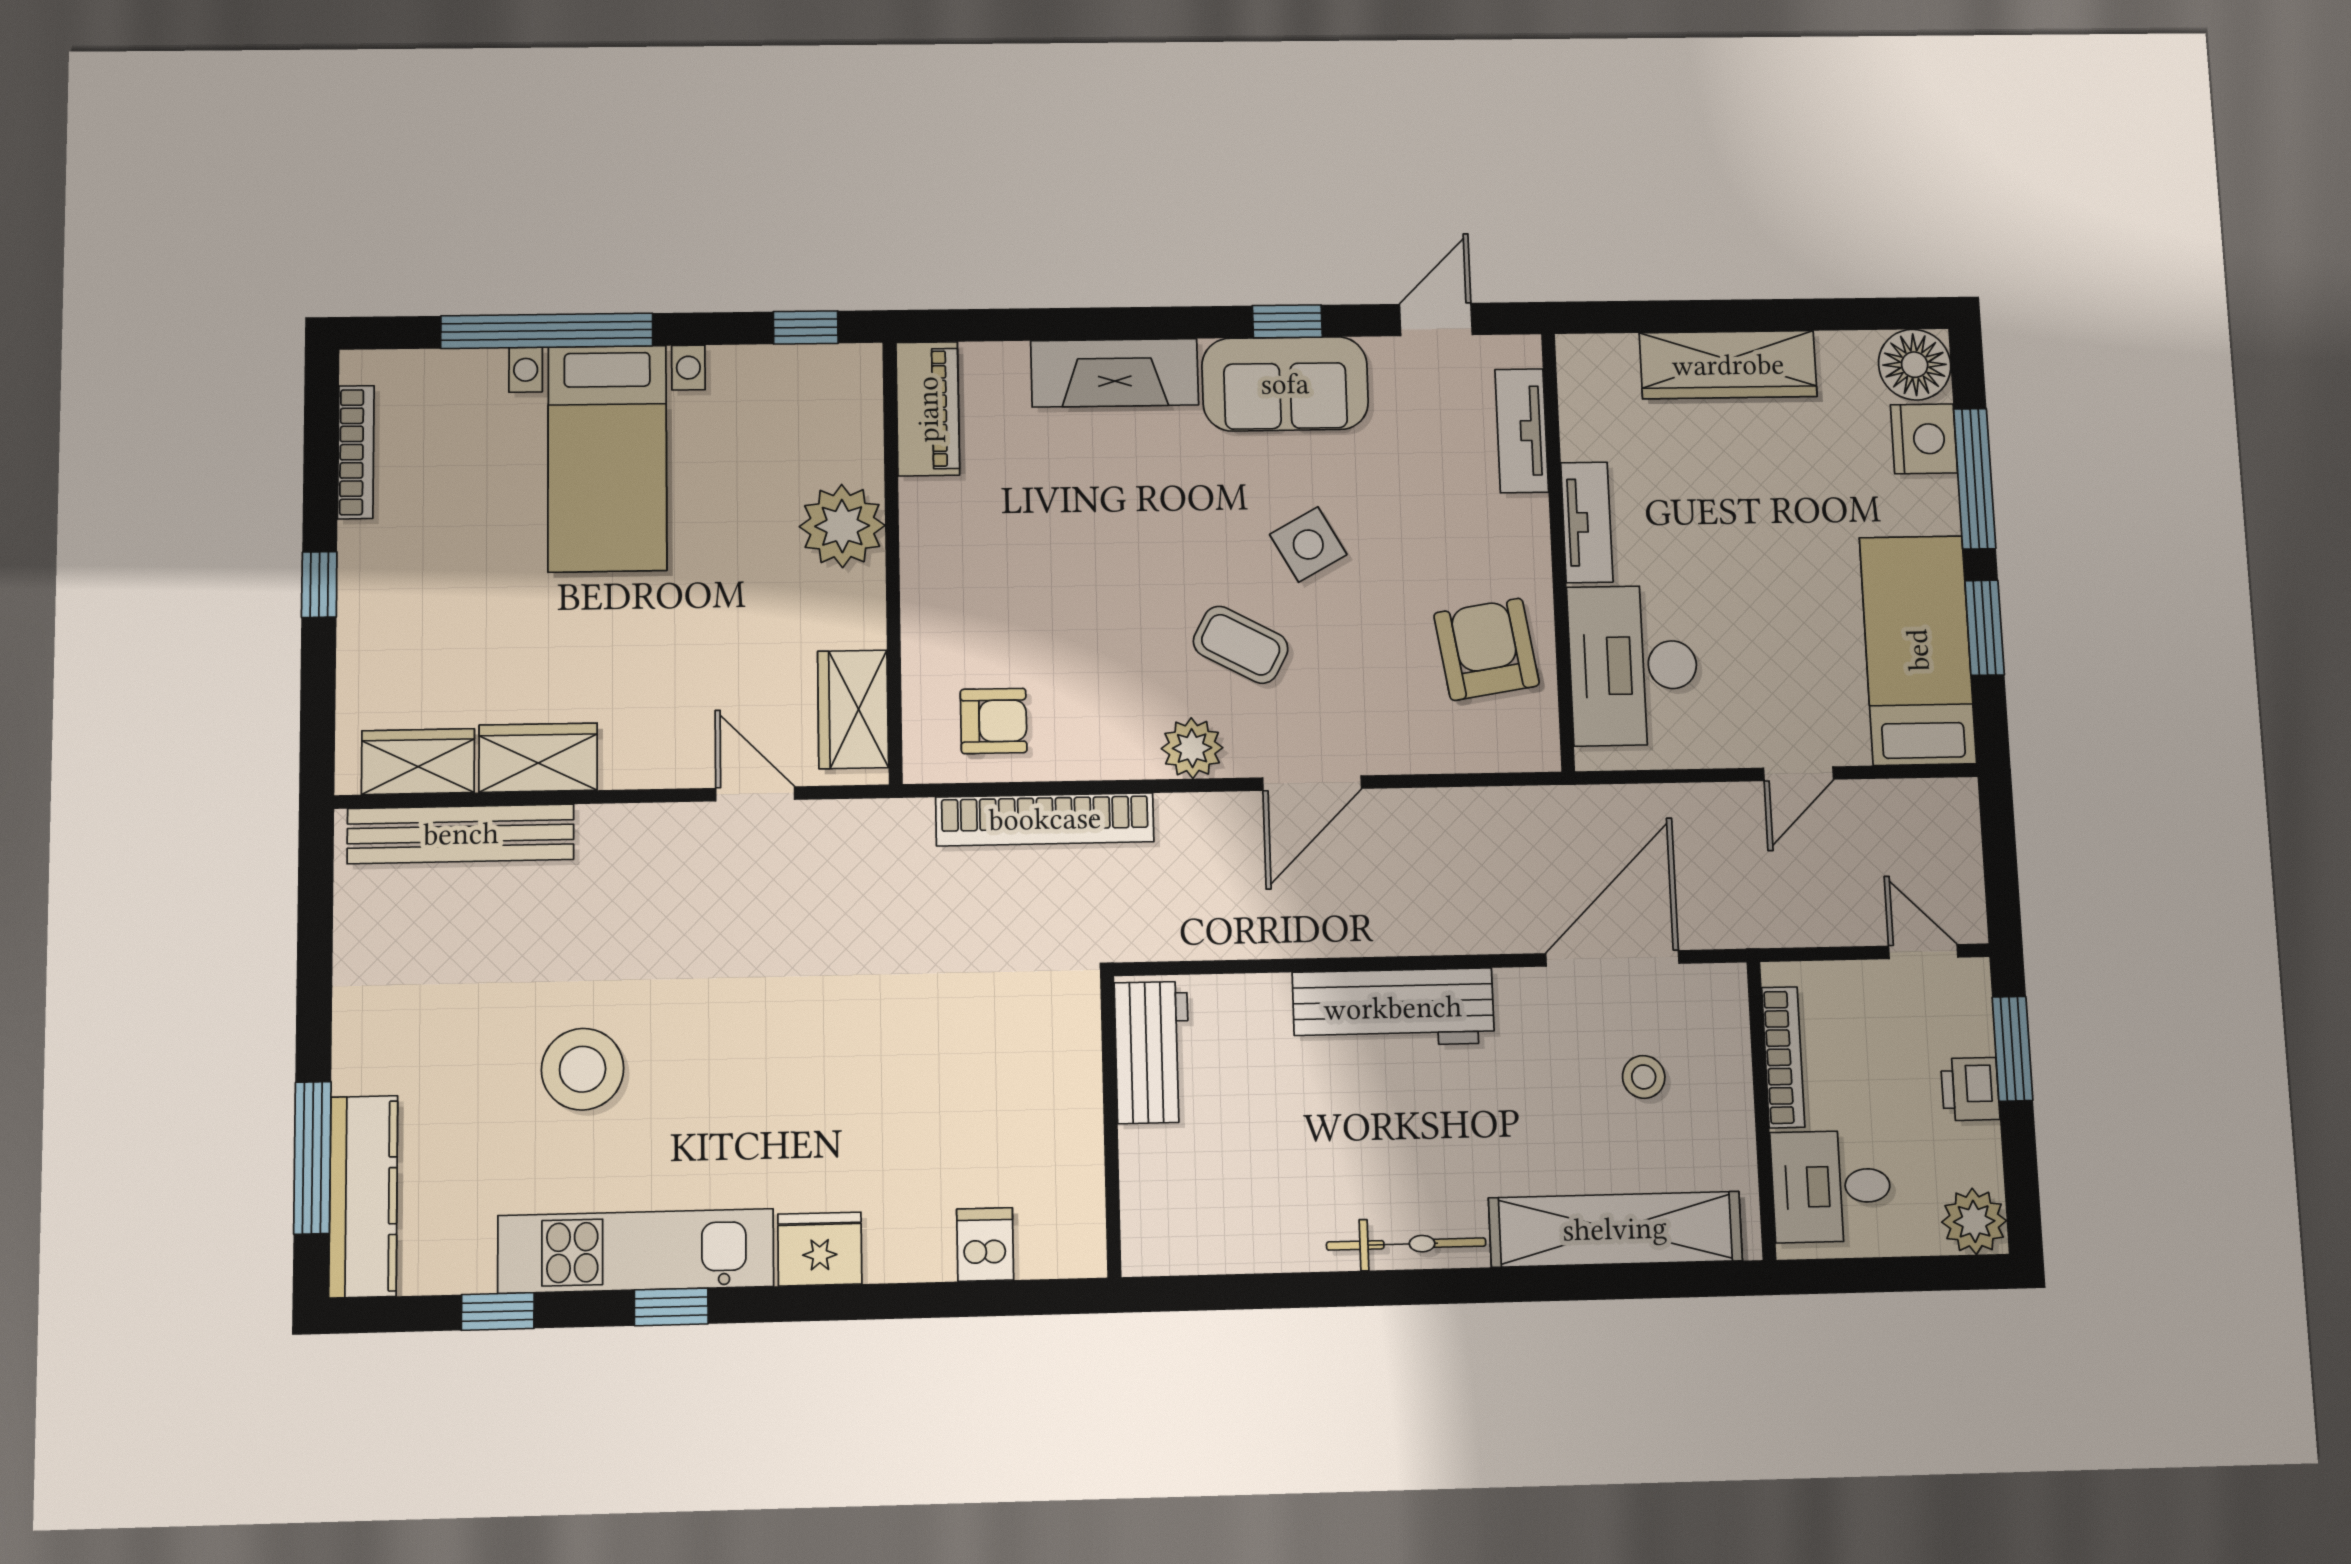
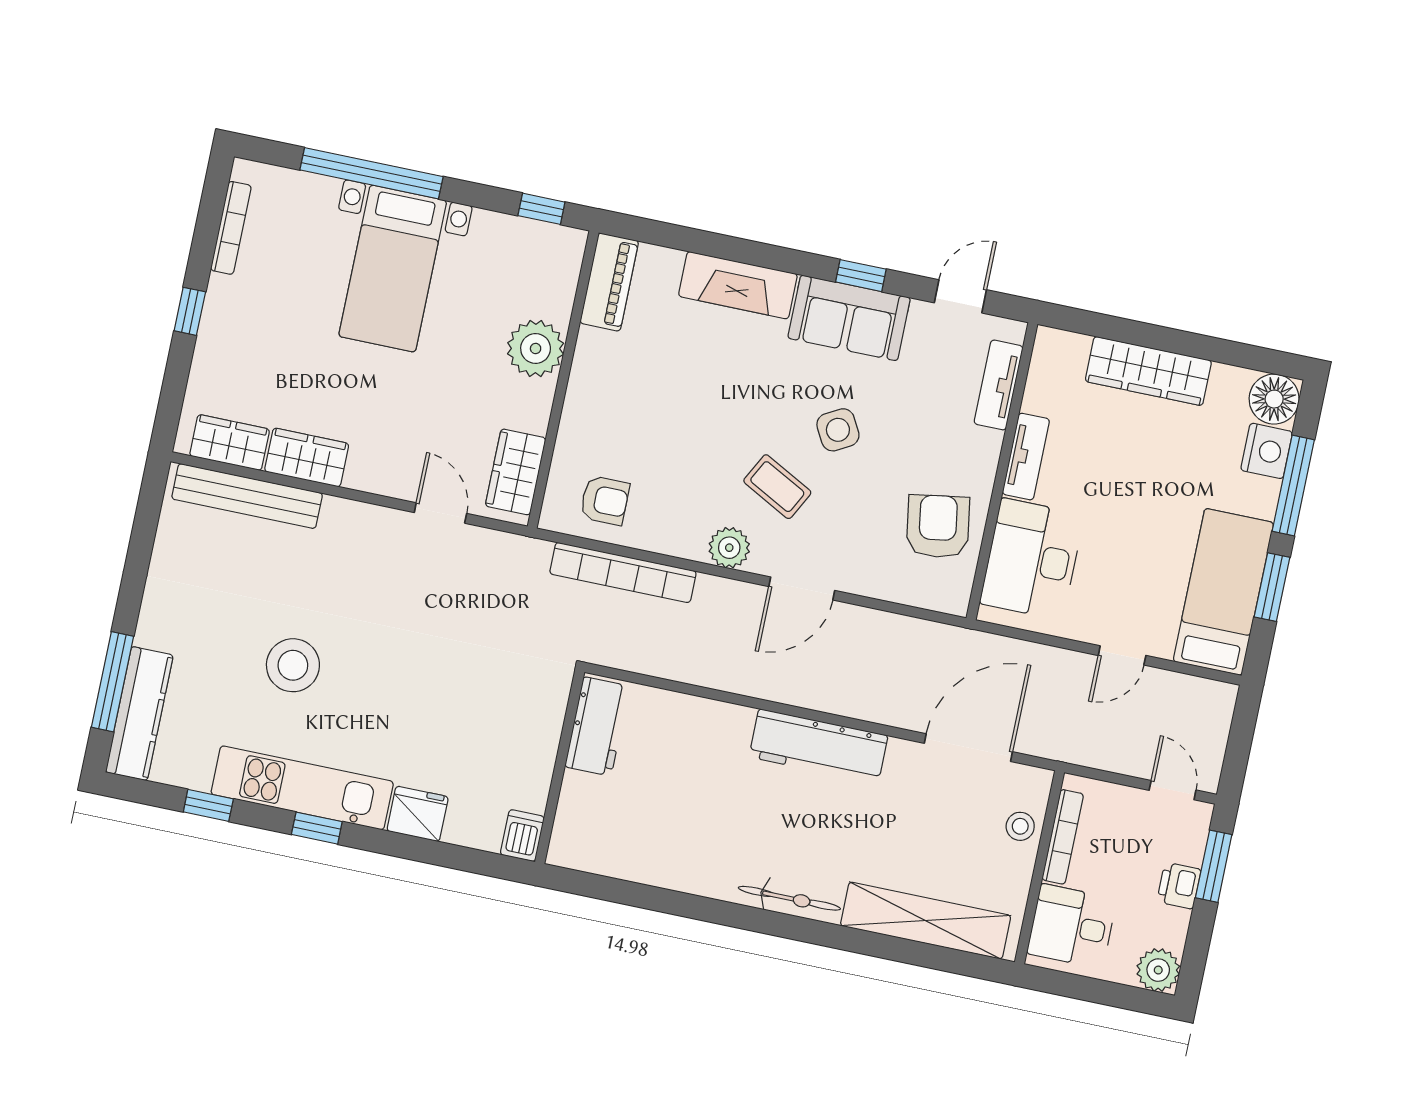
workbench: (1152, 1052) -> (597, 726), moved
stool: (1644, 1077) -> (1020, 826), moved
wall: (1111, 1126) -> (560, 767), moved

